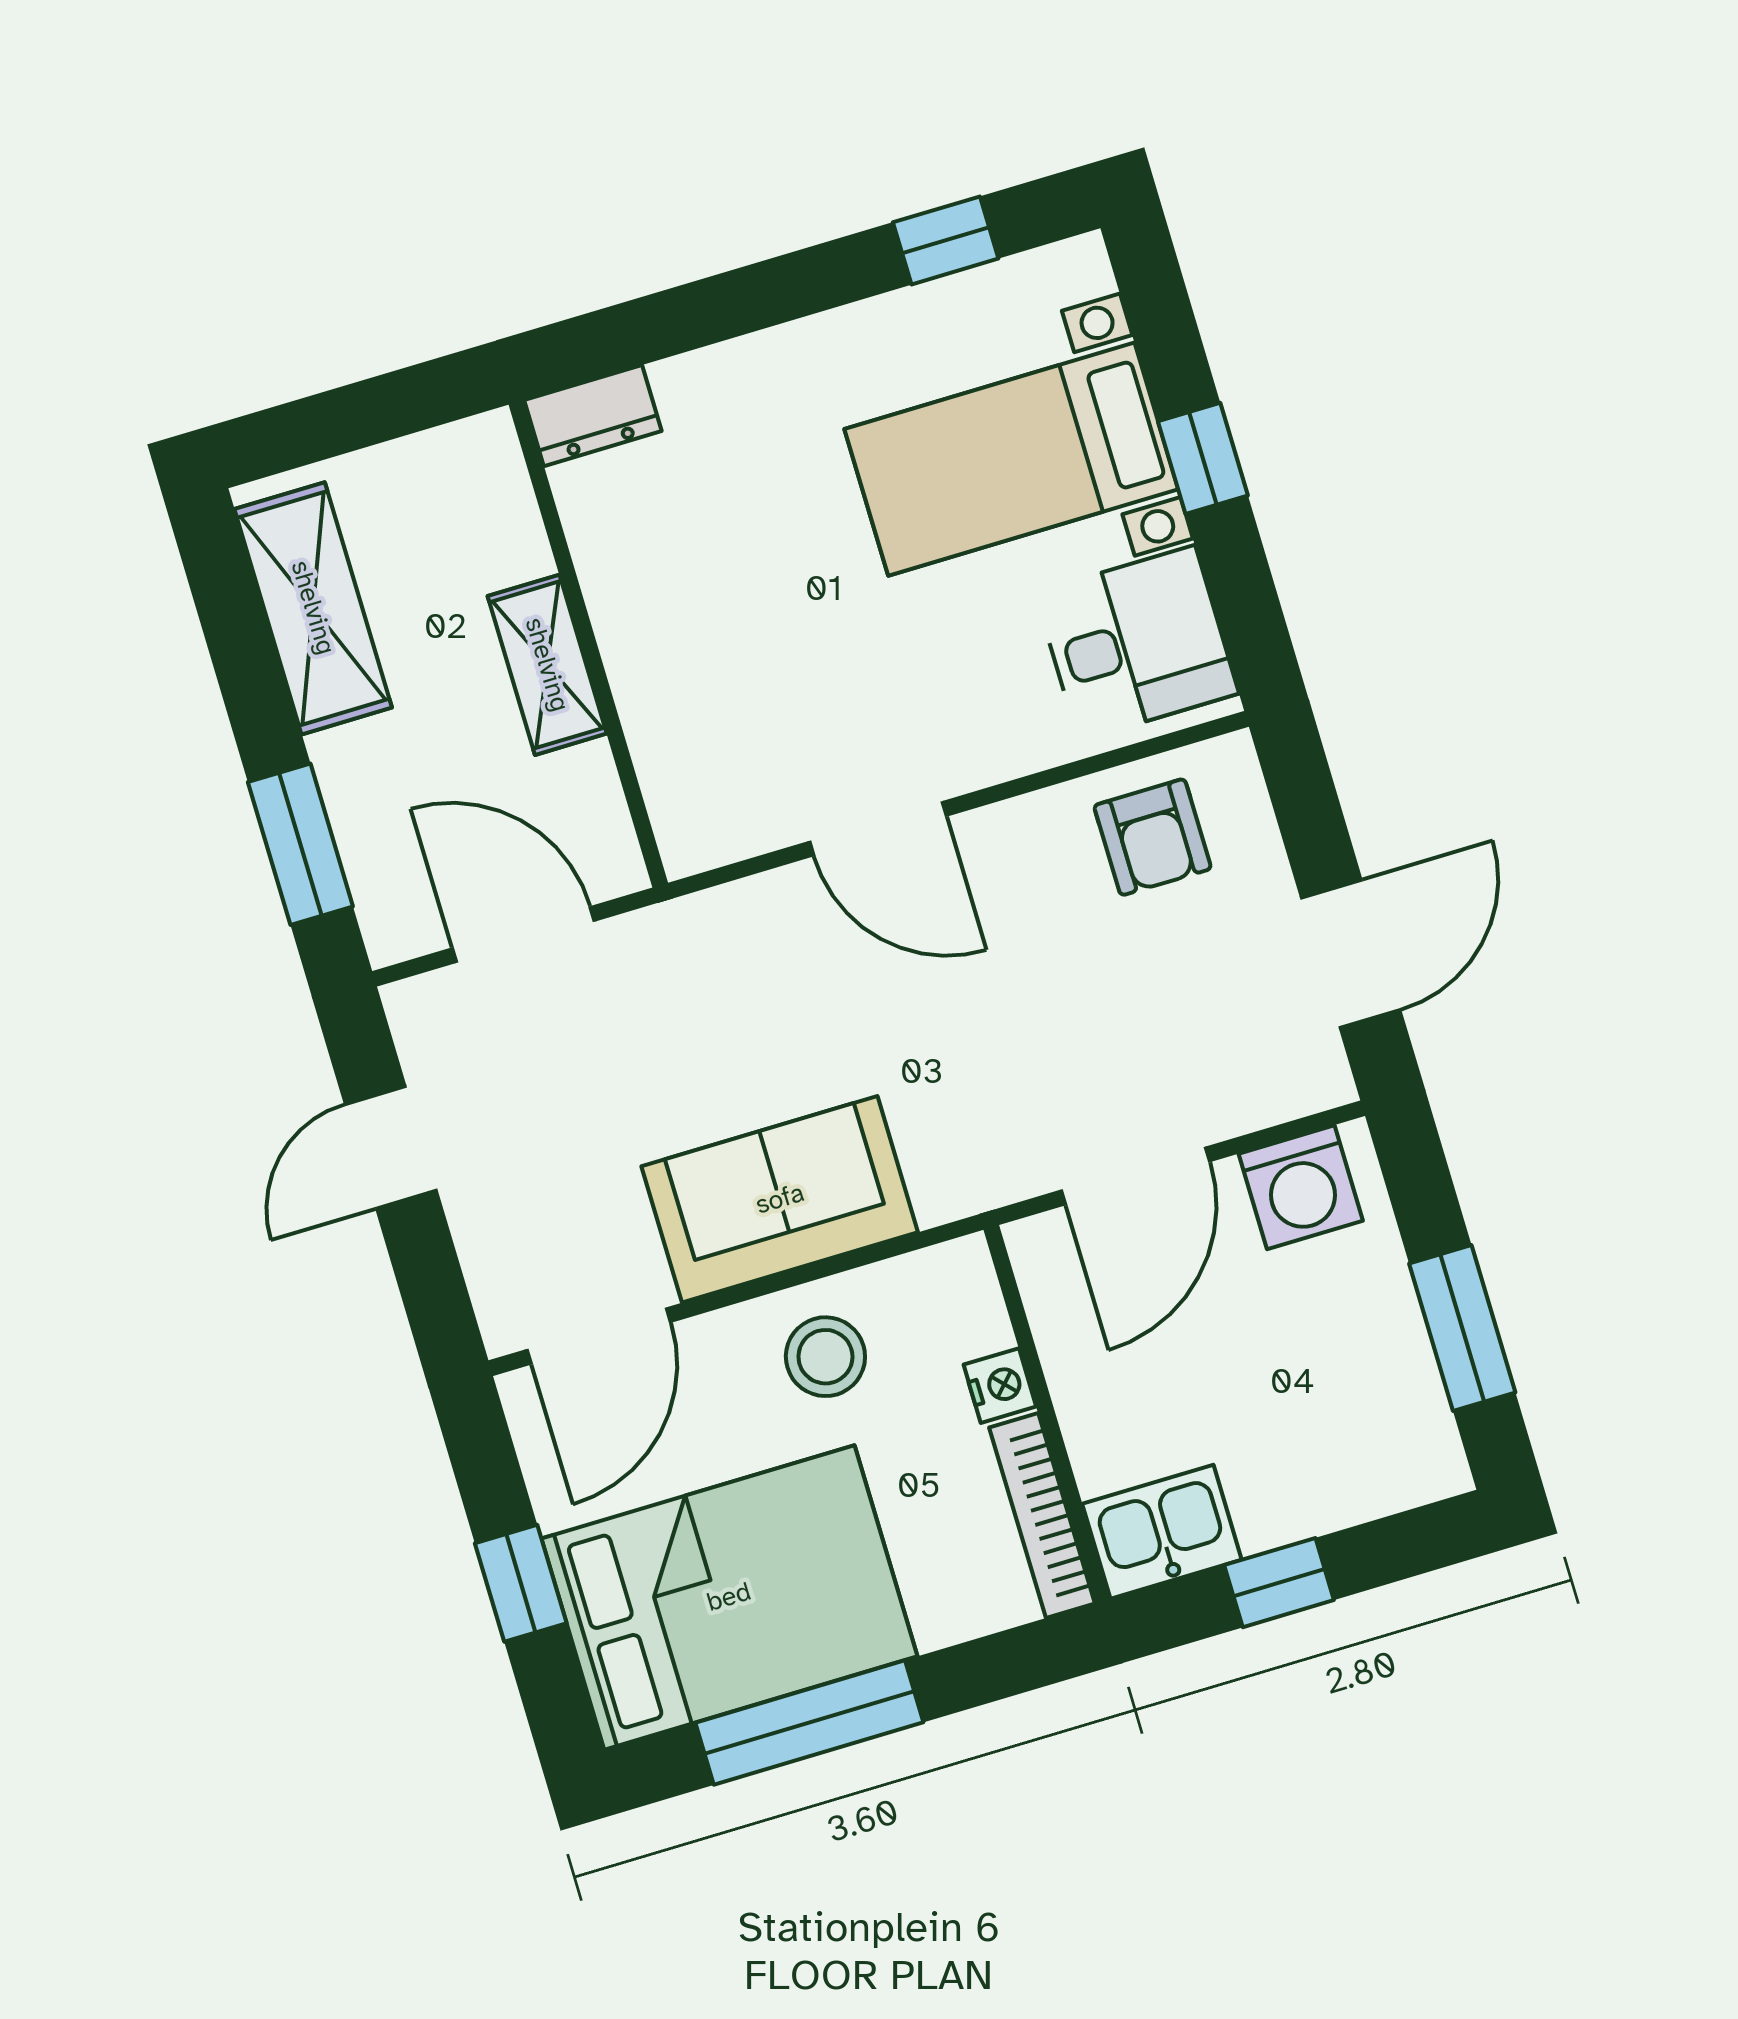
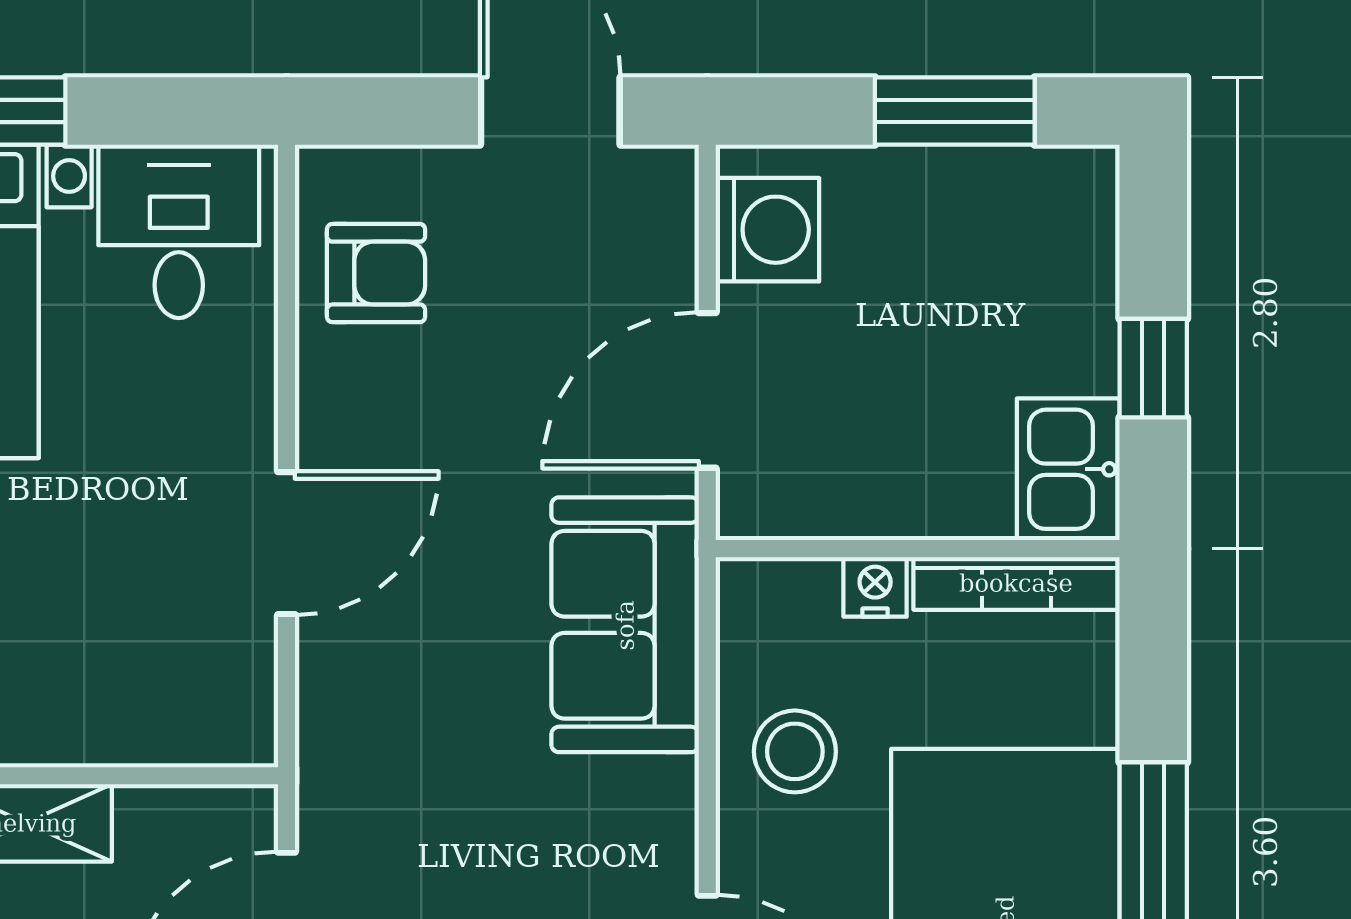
door: (1135, 1176) -> (707, 390), swing flipped
sofa: (780, 1199) -> (625, 625), moved

